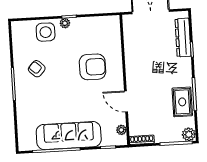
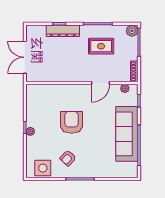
side table: (46, 32) -> (43, 168), moved
dresser: (183, 38) -> (63, 31), moved
armchair: (92, 67) -> (72, 122), moved
rug: (182, 102) -> (101, 46), moved

